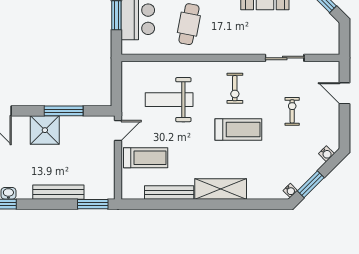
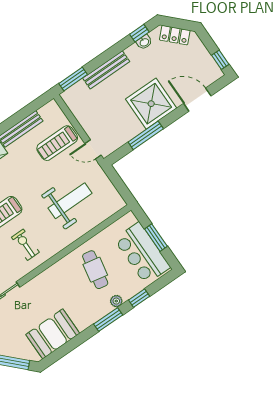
shower: (45, 130) -> (151, 104), width x1.37, depth x1.37
door: (118, 131) -> (93, 149), hinge flipped

